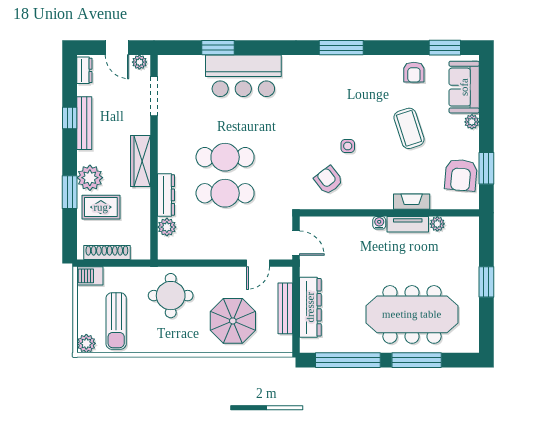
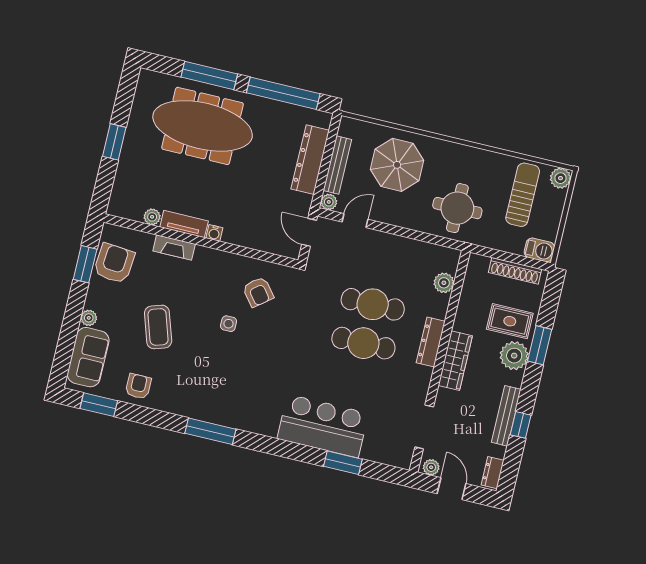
dresser: (166, 195) -> (431, 342), moved
plant: (285, 274) -> (329, 202), added

